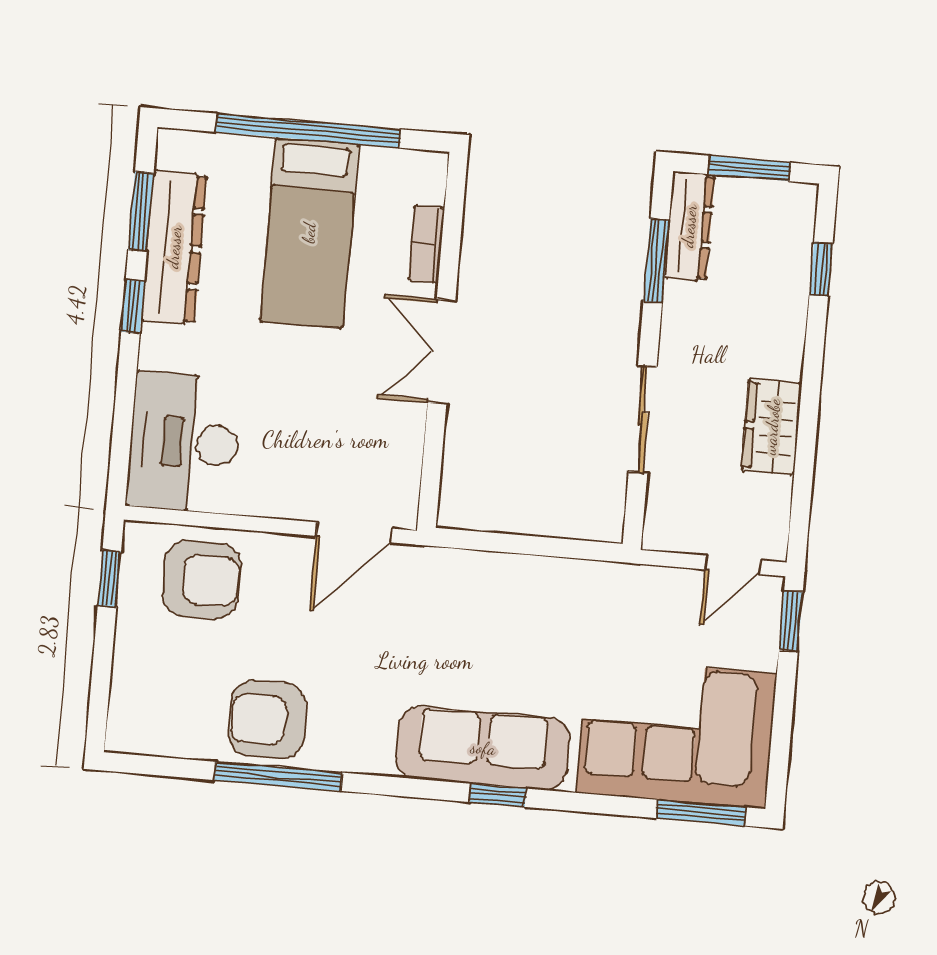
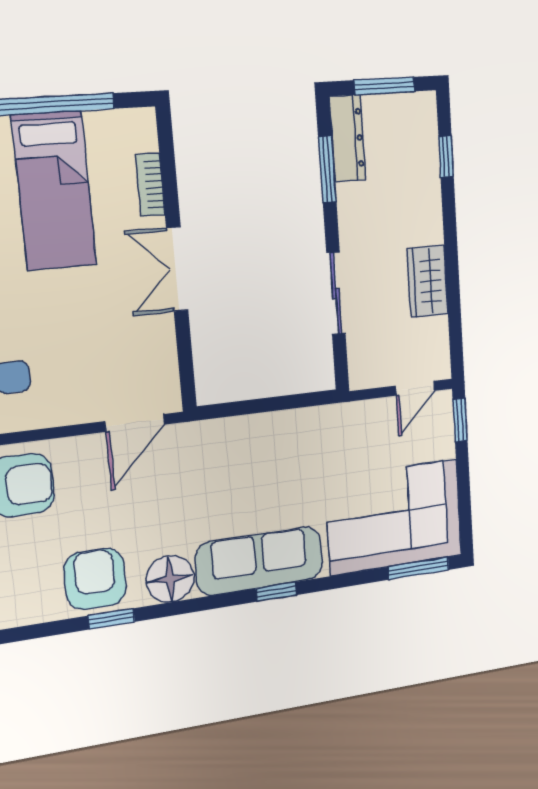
armchair: (268, 719) -> (95, 579), turned 90
floor lamp: (362, 743) -> (170, 579), added
window: (278, 776) -> (112, 619), width x0.46

